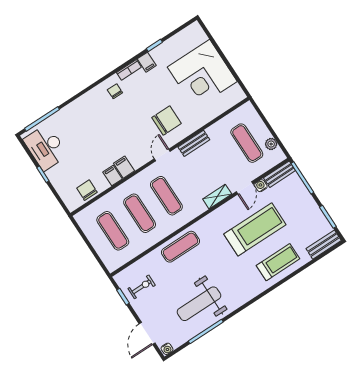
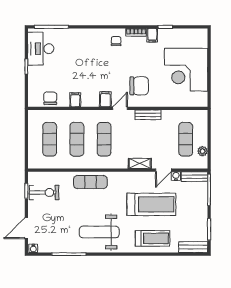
filing cabinet: (124, 167) -> (105, 99), moved
exercise bike: (142, 287) -> (44, 192), width x1.38, depth x1.39
weight bench: (199, 304) -> (99, 232), moved

